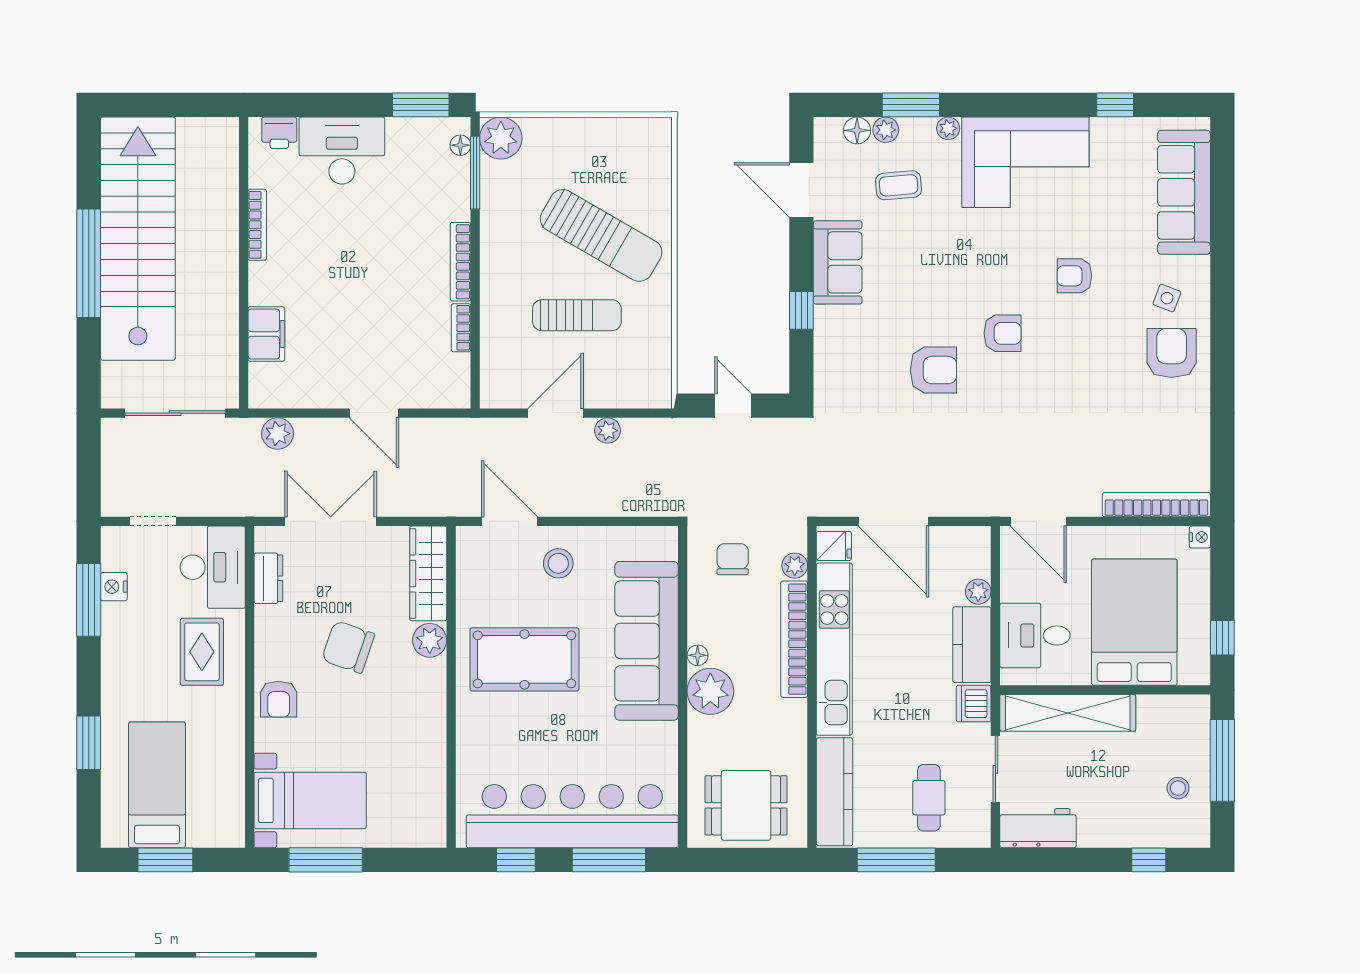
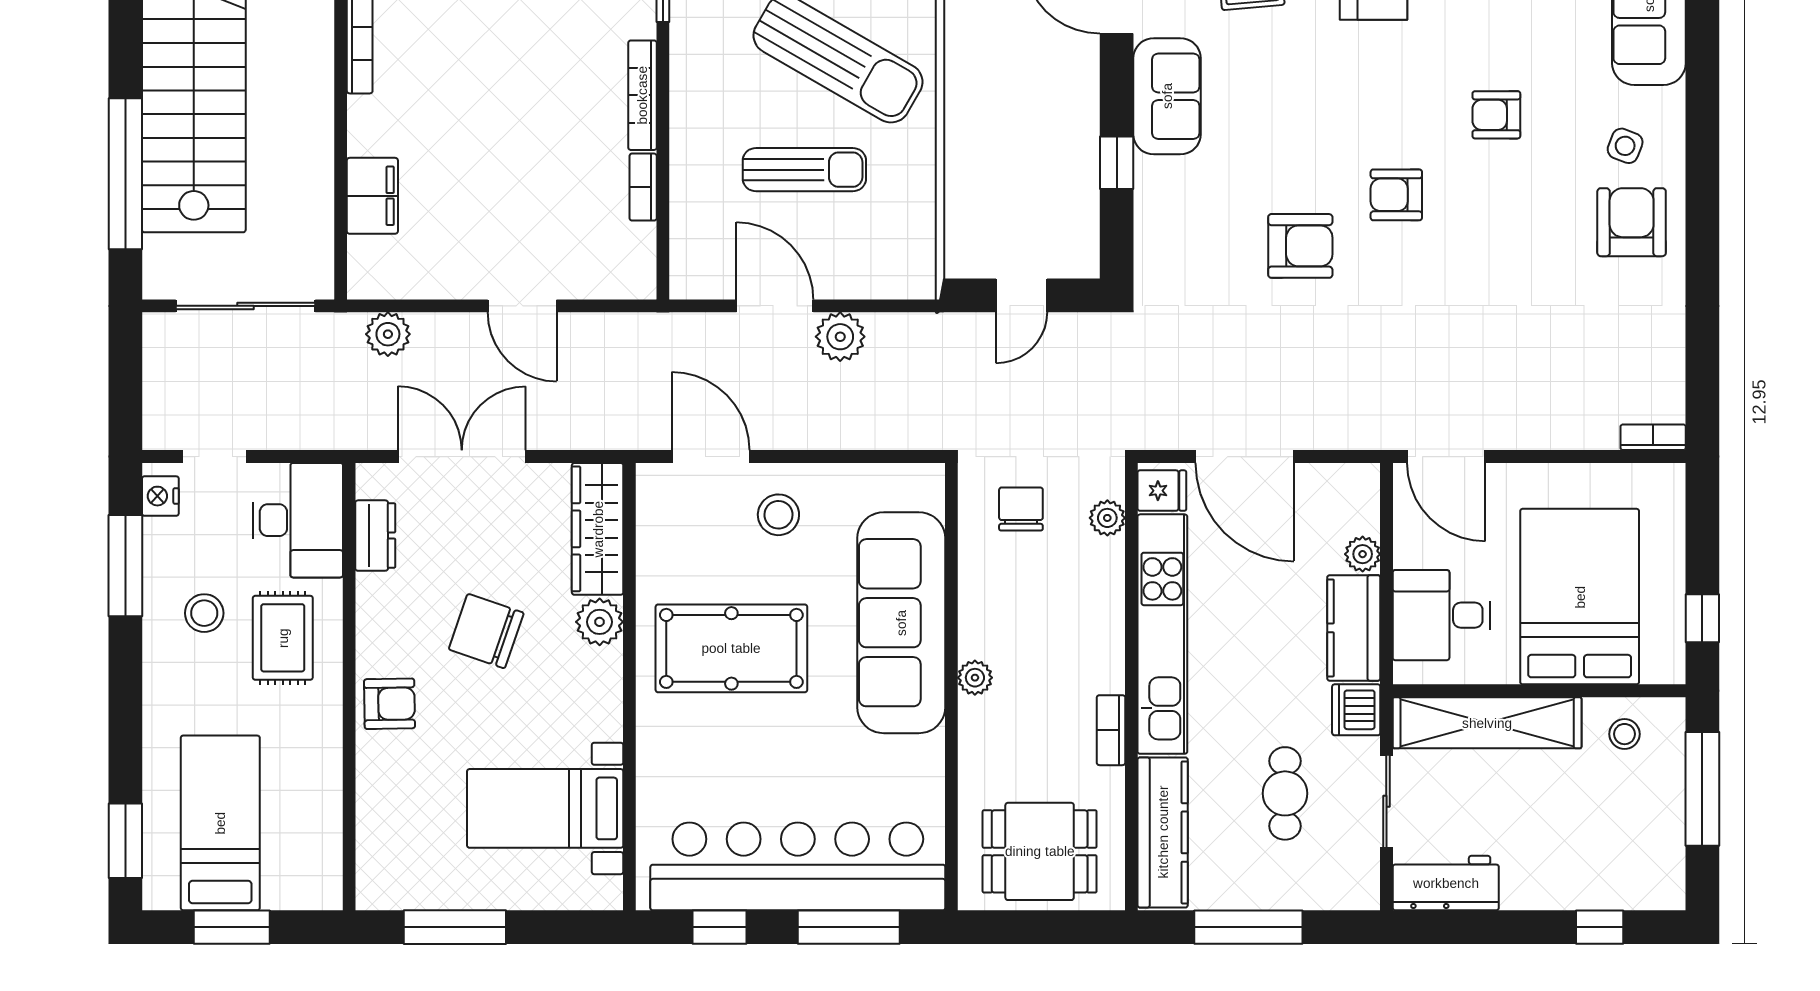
window: (89, 263) -> (125, 174), moved
armchair: (1002, 333) -> (1396, 195), turned 180
door: (733, 406) -> (1021, 295), swing flipped
door: (556, 413) -> (775, 306), hinge flipped
plant: (607, 431) -> (840, 337), width x1.38, depth x1.38
bookcase: (1156, 505) -> (1653, 437), width x0.43, depth x0.76
nightstand: (1200, 537) -> (1671, 478), removed
nightstand: (114, 587) -> (160, 496), moved
stool: (145, 634) -> (204, 613), added
bookcase: (794, 639) -> (1111, 730), moved, width x0.43, depth x0.76
floor lamp: (698, 655) -> (972, 643), removed
plant: (710, 691) -> (975, 678), width x0.53, depth x0.53
armchair: (279, 699) -> (389, 704), turned -91
window: (89, 743) -> (125, 841), moved
stool: (1178, 788) -> (1625, 734), moved
cafe table: (929, 798) -> (1285, 793), moved
bed with nightstands: (310, 800) -> (545, 808), moved, turned 180

